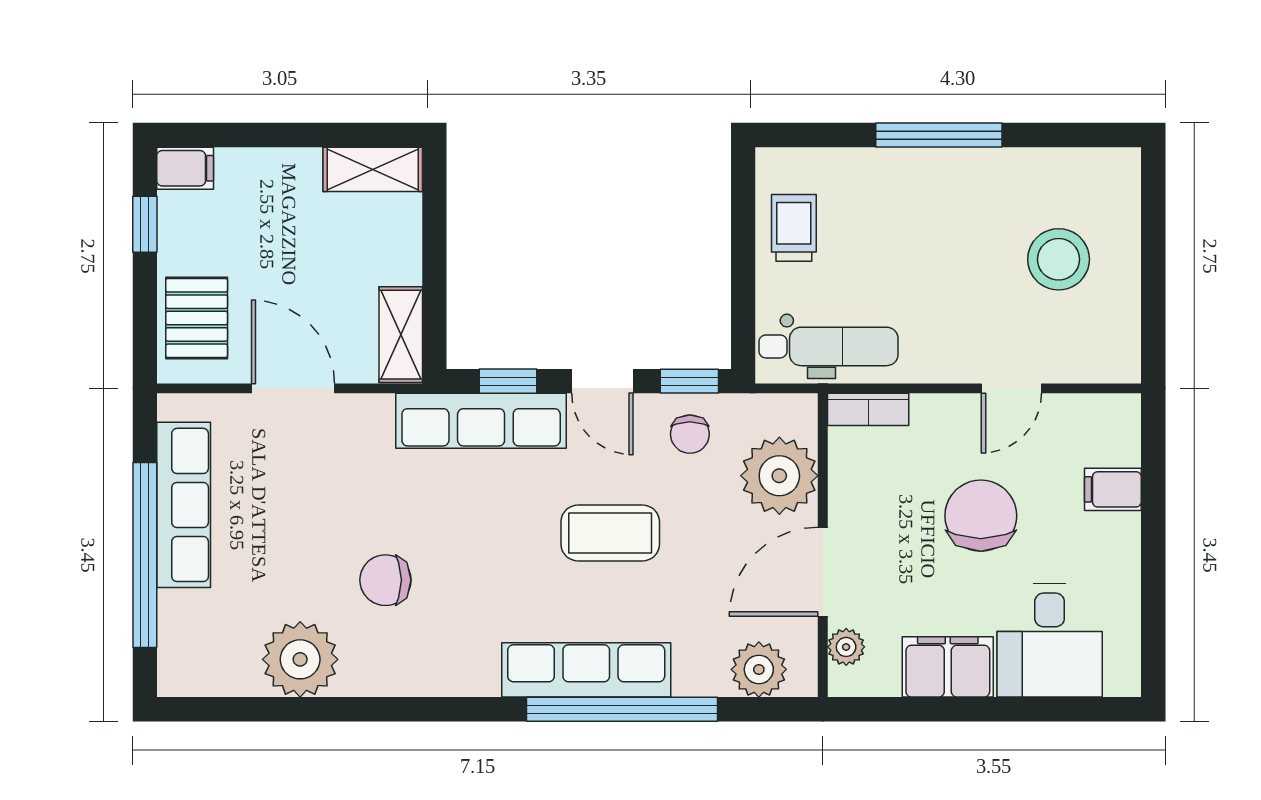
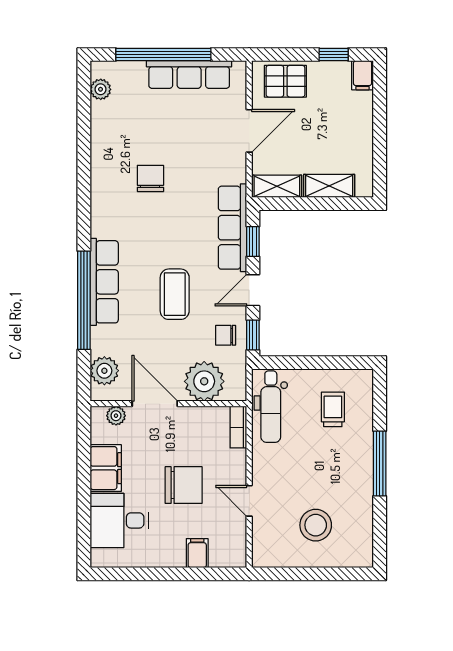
shelving: (373, 169) -> (329, 186), moved, turned 90
trolley: (794, 228) -> (333, 409), moved, turned -90
plant: (300, 659) -> (101, 89), moved, width x0.53, depth x0.53

